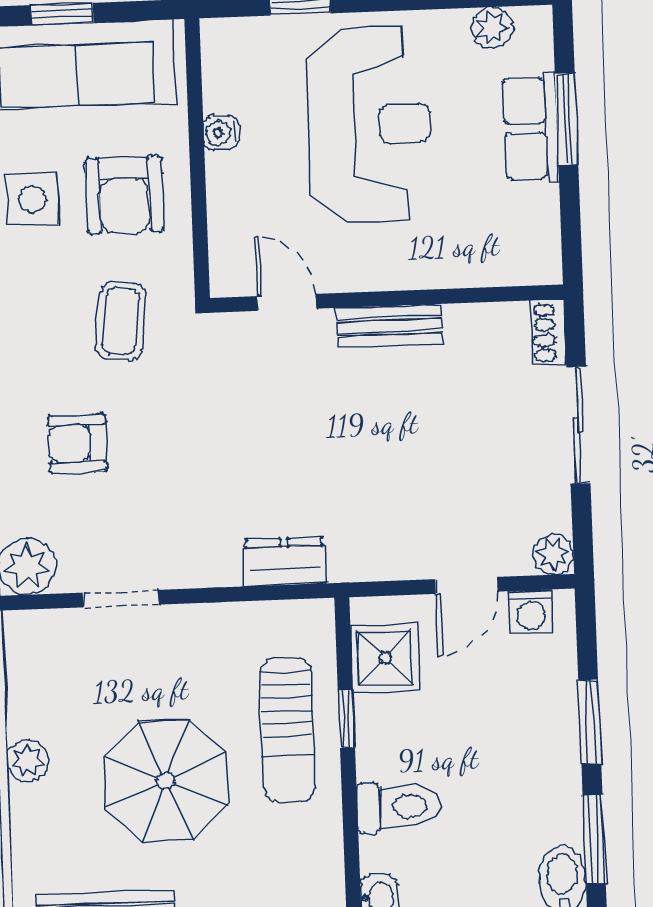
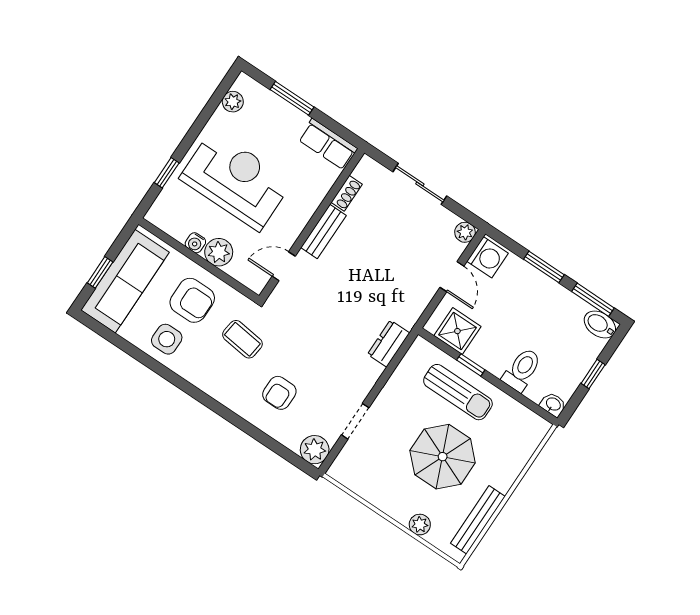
row of seats: (531, 128) -> (328, 144), moved
plant: (233, 181) -> (219, 252), added
shoe rack: (549, 332) -> (347, 193), moved, turned -90
washing machine: (531, 612) -> (488, 257), width x1.38, depth x1.38
plant: (27, 761) -> (420, 525), moved

